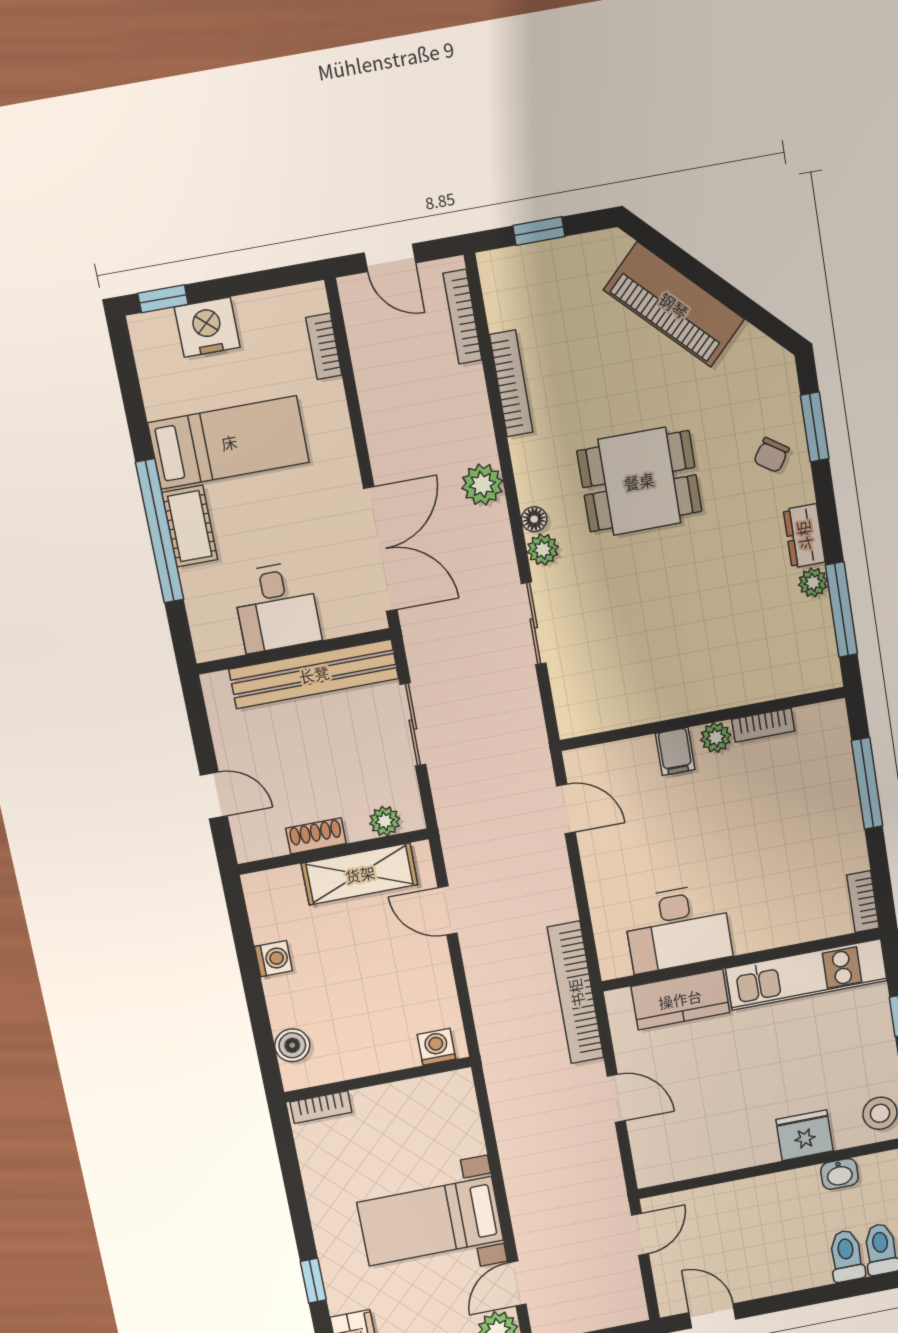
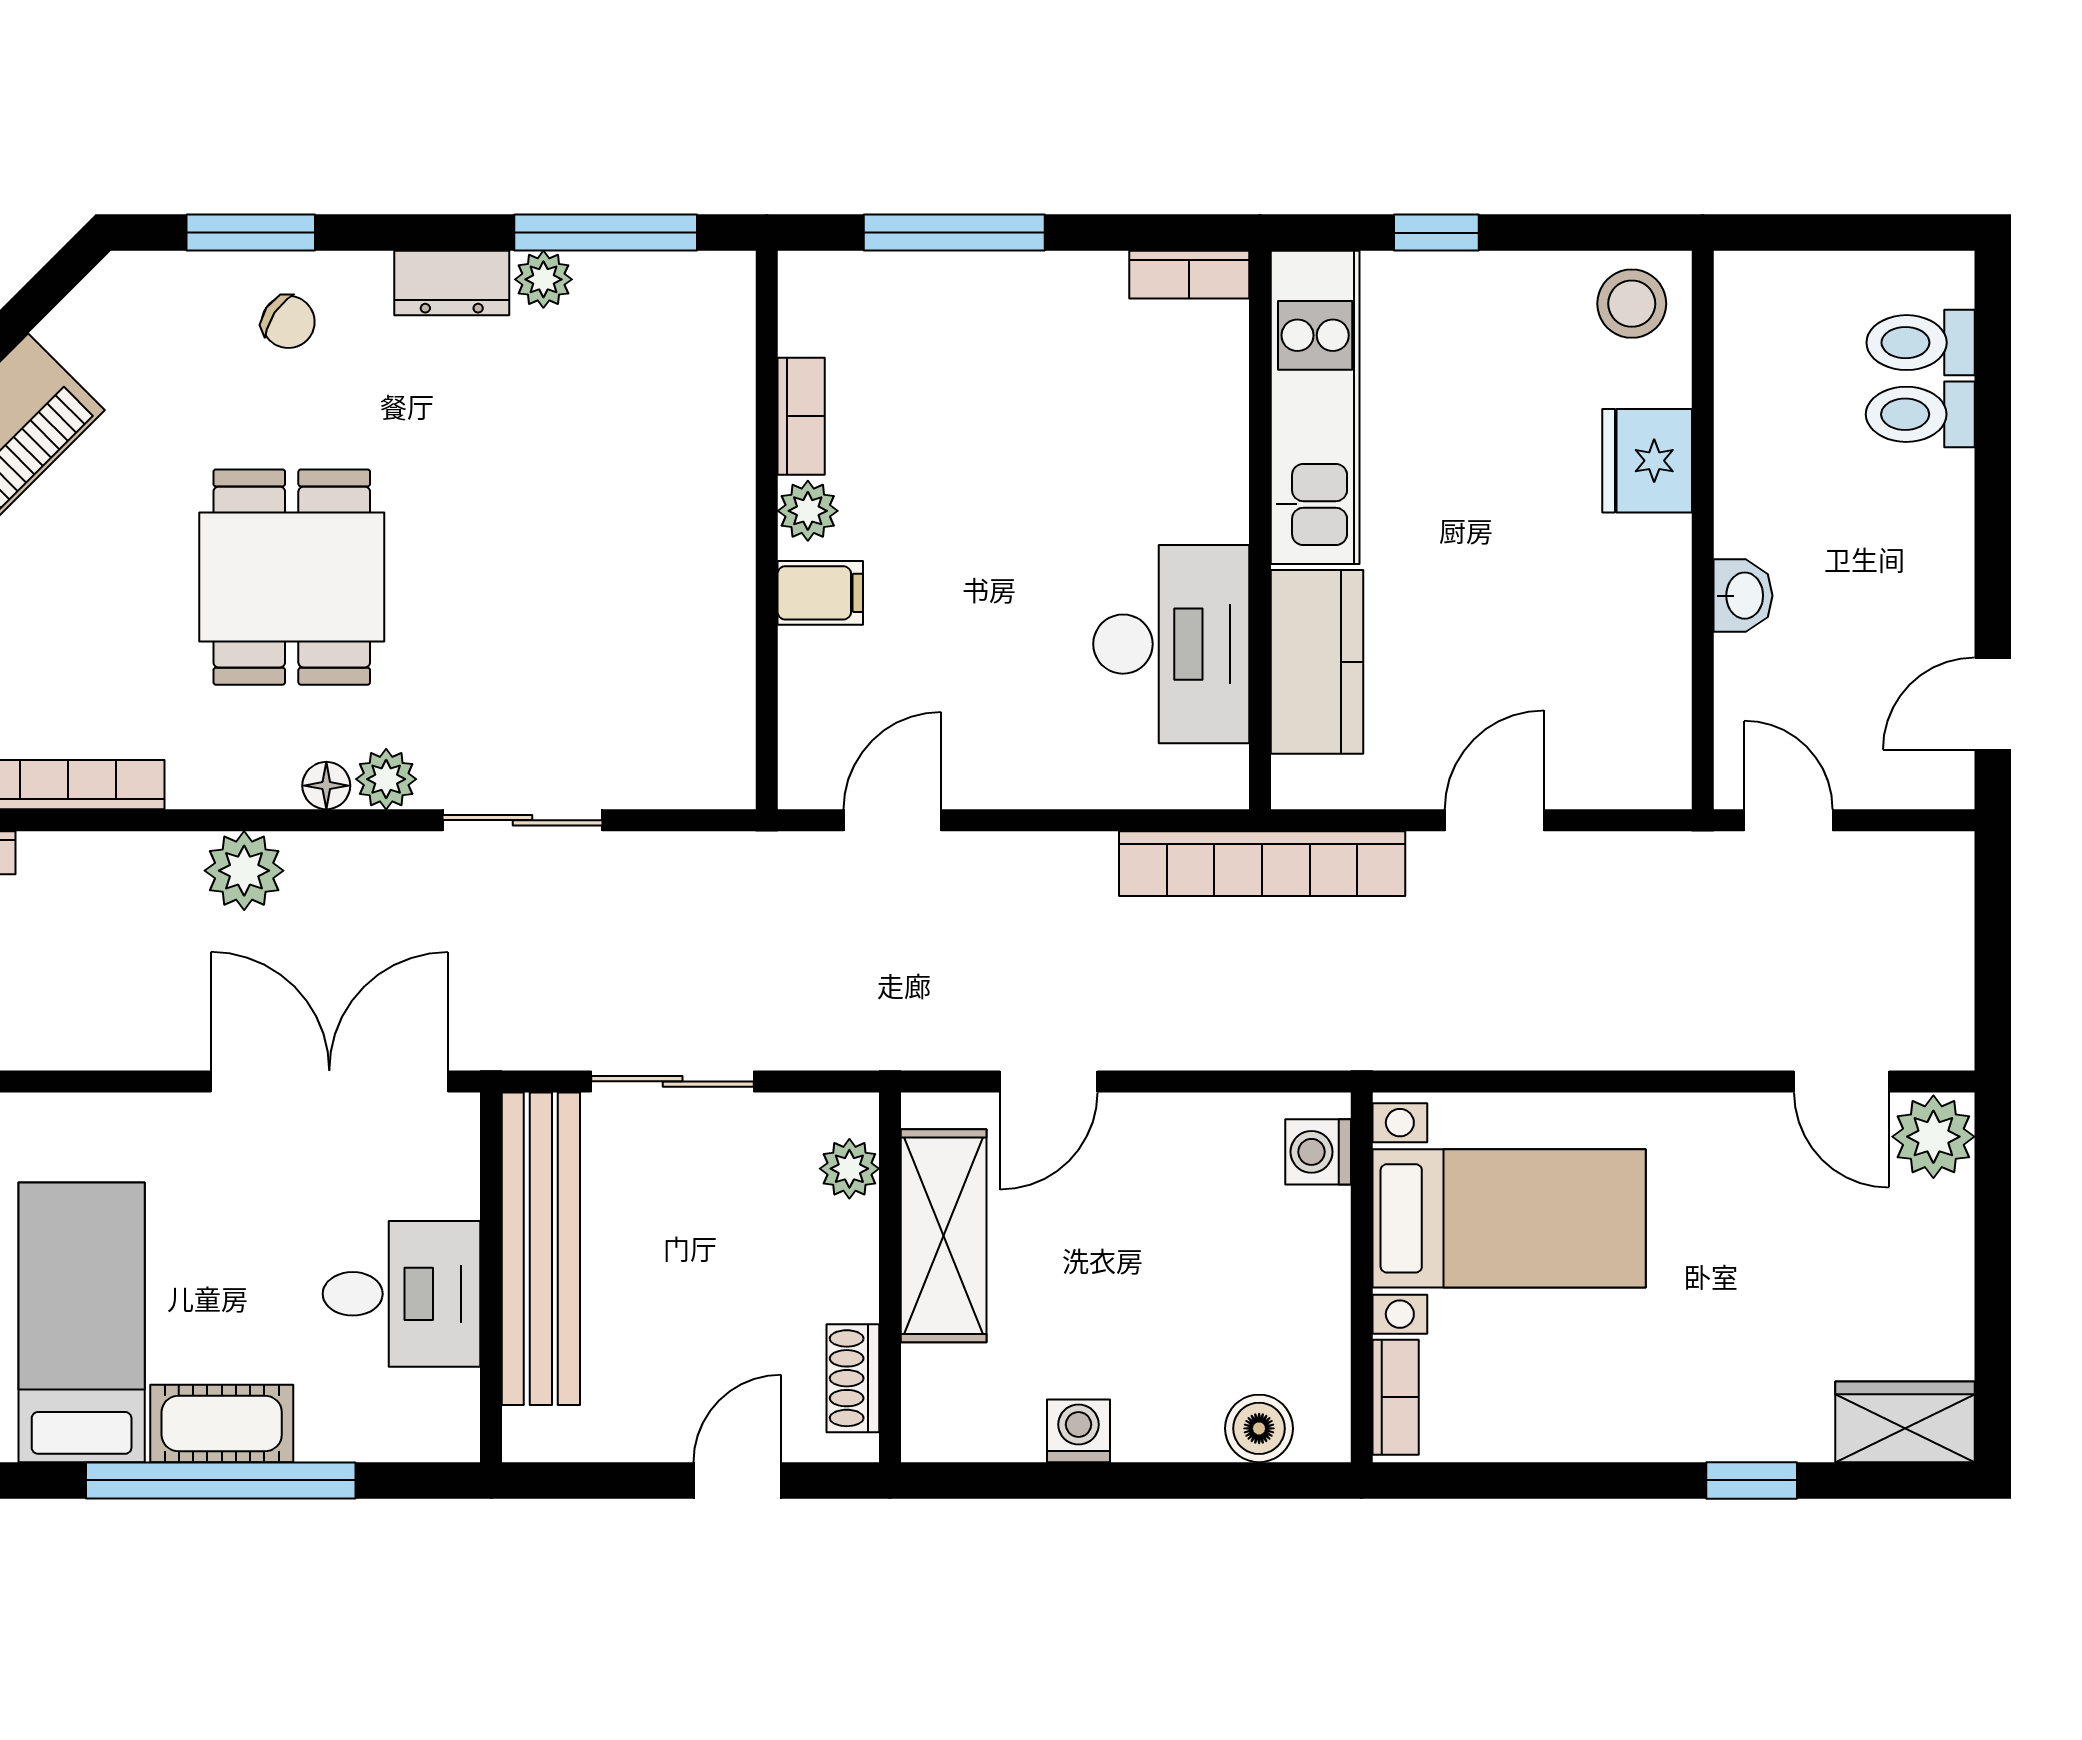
shoe rack: (316, 836) -> (853, 1378), moved
washbasin: (839, 1174) -> (1743, 596), moved
bed with nightstands: (430, 1221) -> (1509, 1218), moved, turned -90

